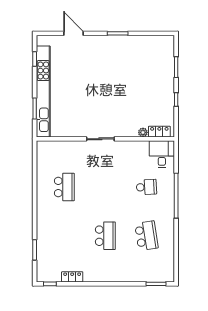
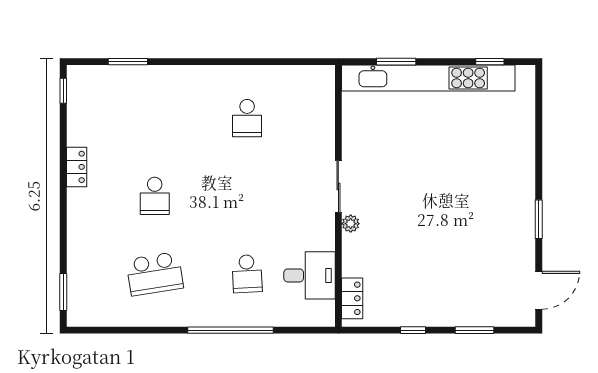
door: (74, 33) -> (539, 290), moved
plant: (143, 132) -> (351, 224), moved
desk: (162, 154) -> (310, 275), moved
school desk: (64, 187) -> (247, 118), width x0.54
school desk: (105, 236) -> (155, 196), width x0.54
locker: (72, 277) -> (77, 167), moved

